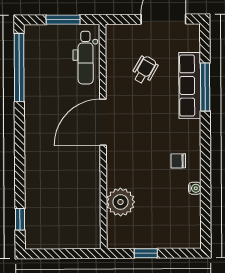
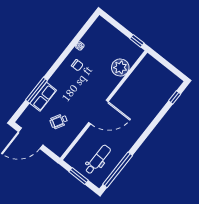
dental chair: (86, 58) -> (98, 160), moved
row of seats: (190, 85) -> (43, 97), width x0.68
window: (146, 253) -> (137, 41), moved

